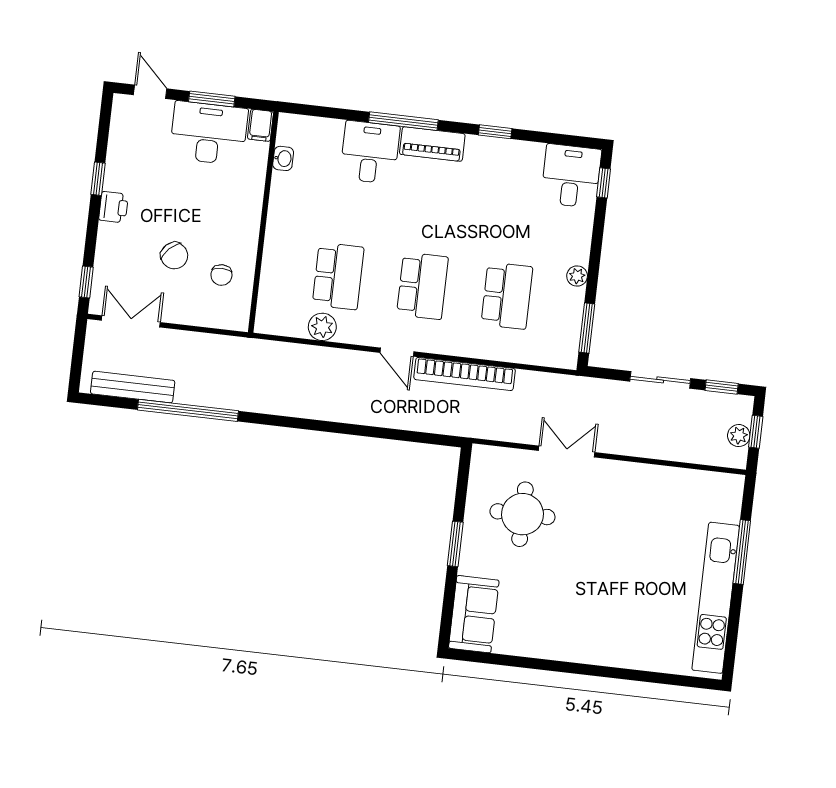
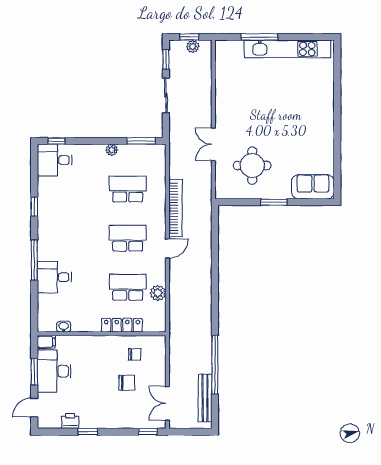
piano: (432, 144) -> (46, 242), removed
printer: (113, 207) -> (70, 421), moved
chair: (174, 256) -> (127, 383), turned 45
locker: (274, 259) -> (122, 325), added

